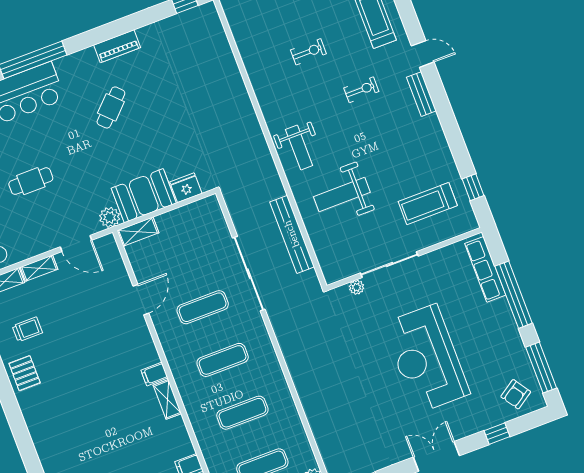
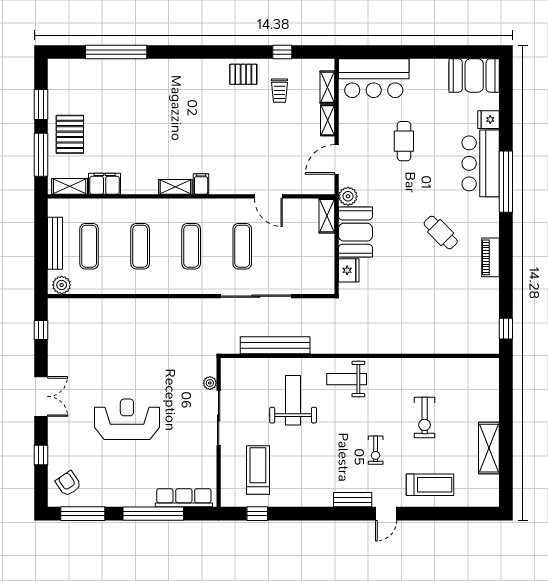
exercise bike: (308, 52) -> (425, 418), width x1.38, depth x1.39
reception desk: (426, 359) -> (127, 419), width x0.74, depth x0.77

